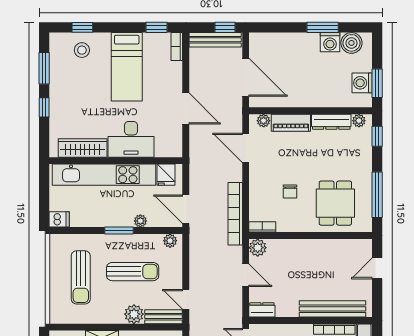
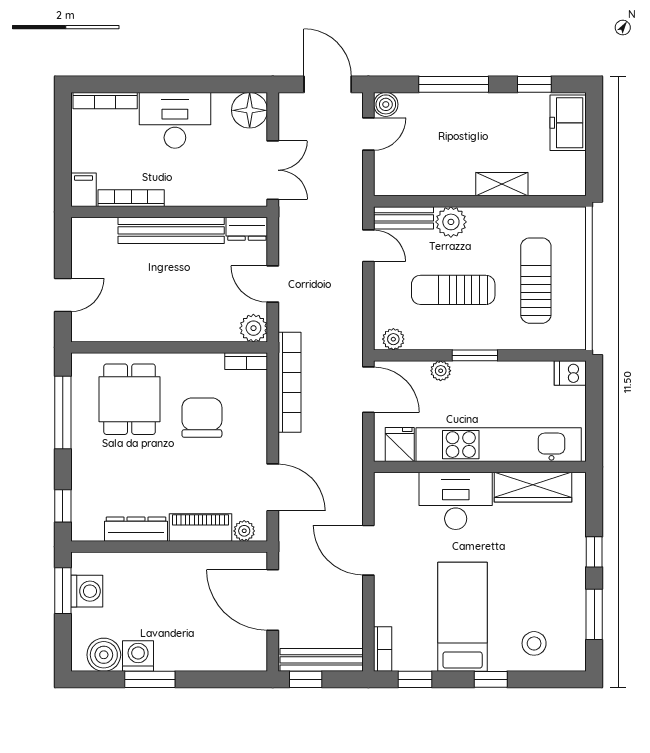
window: (82, 27) -> (491, 679), moved
plant: (359, 121) -> (92, 531), removed
chair: (290, 192) -> (202, 418), width x1.87, depth x1.87
bench: (333, 309) -> (171, 230), moved

